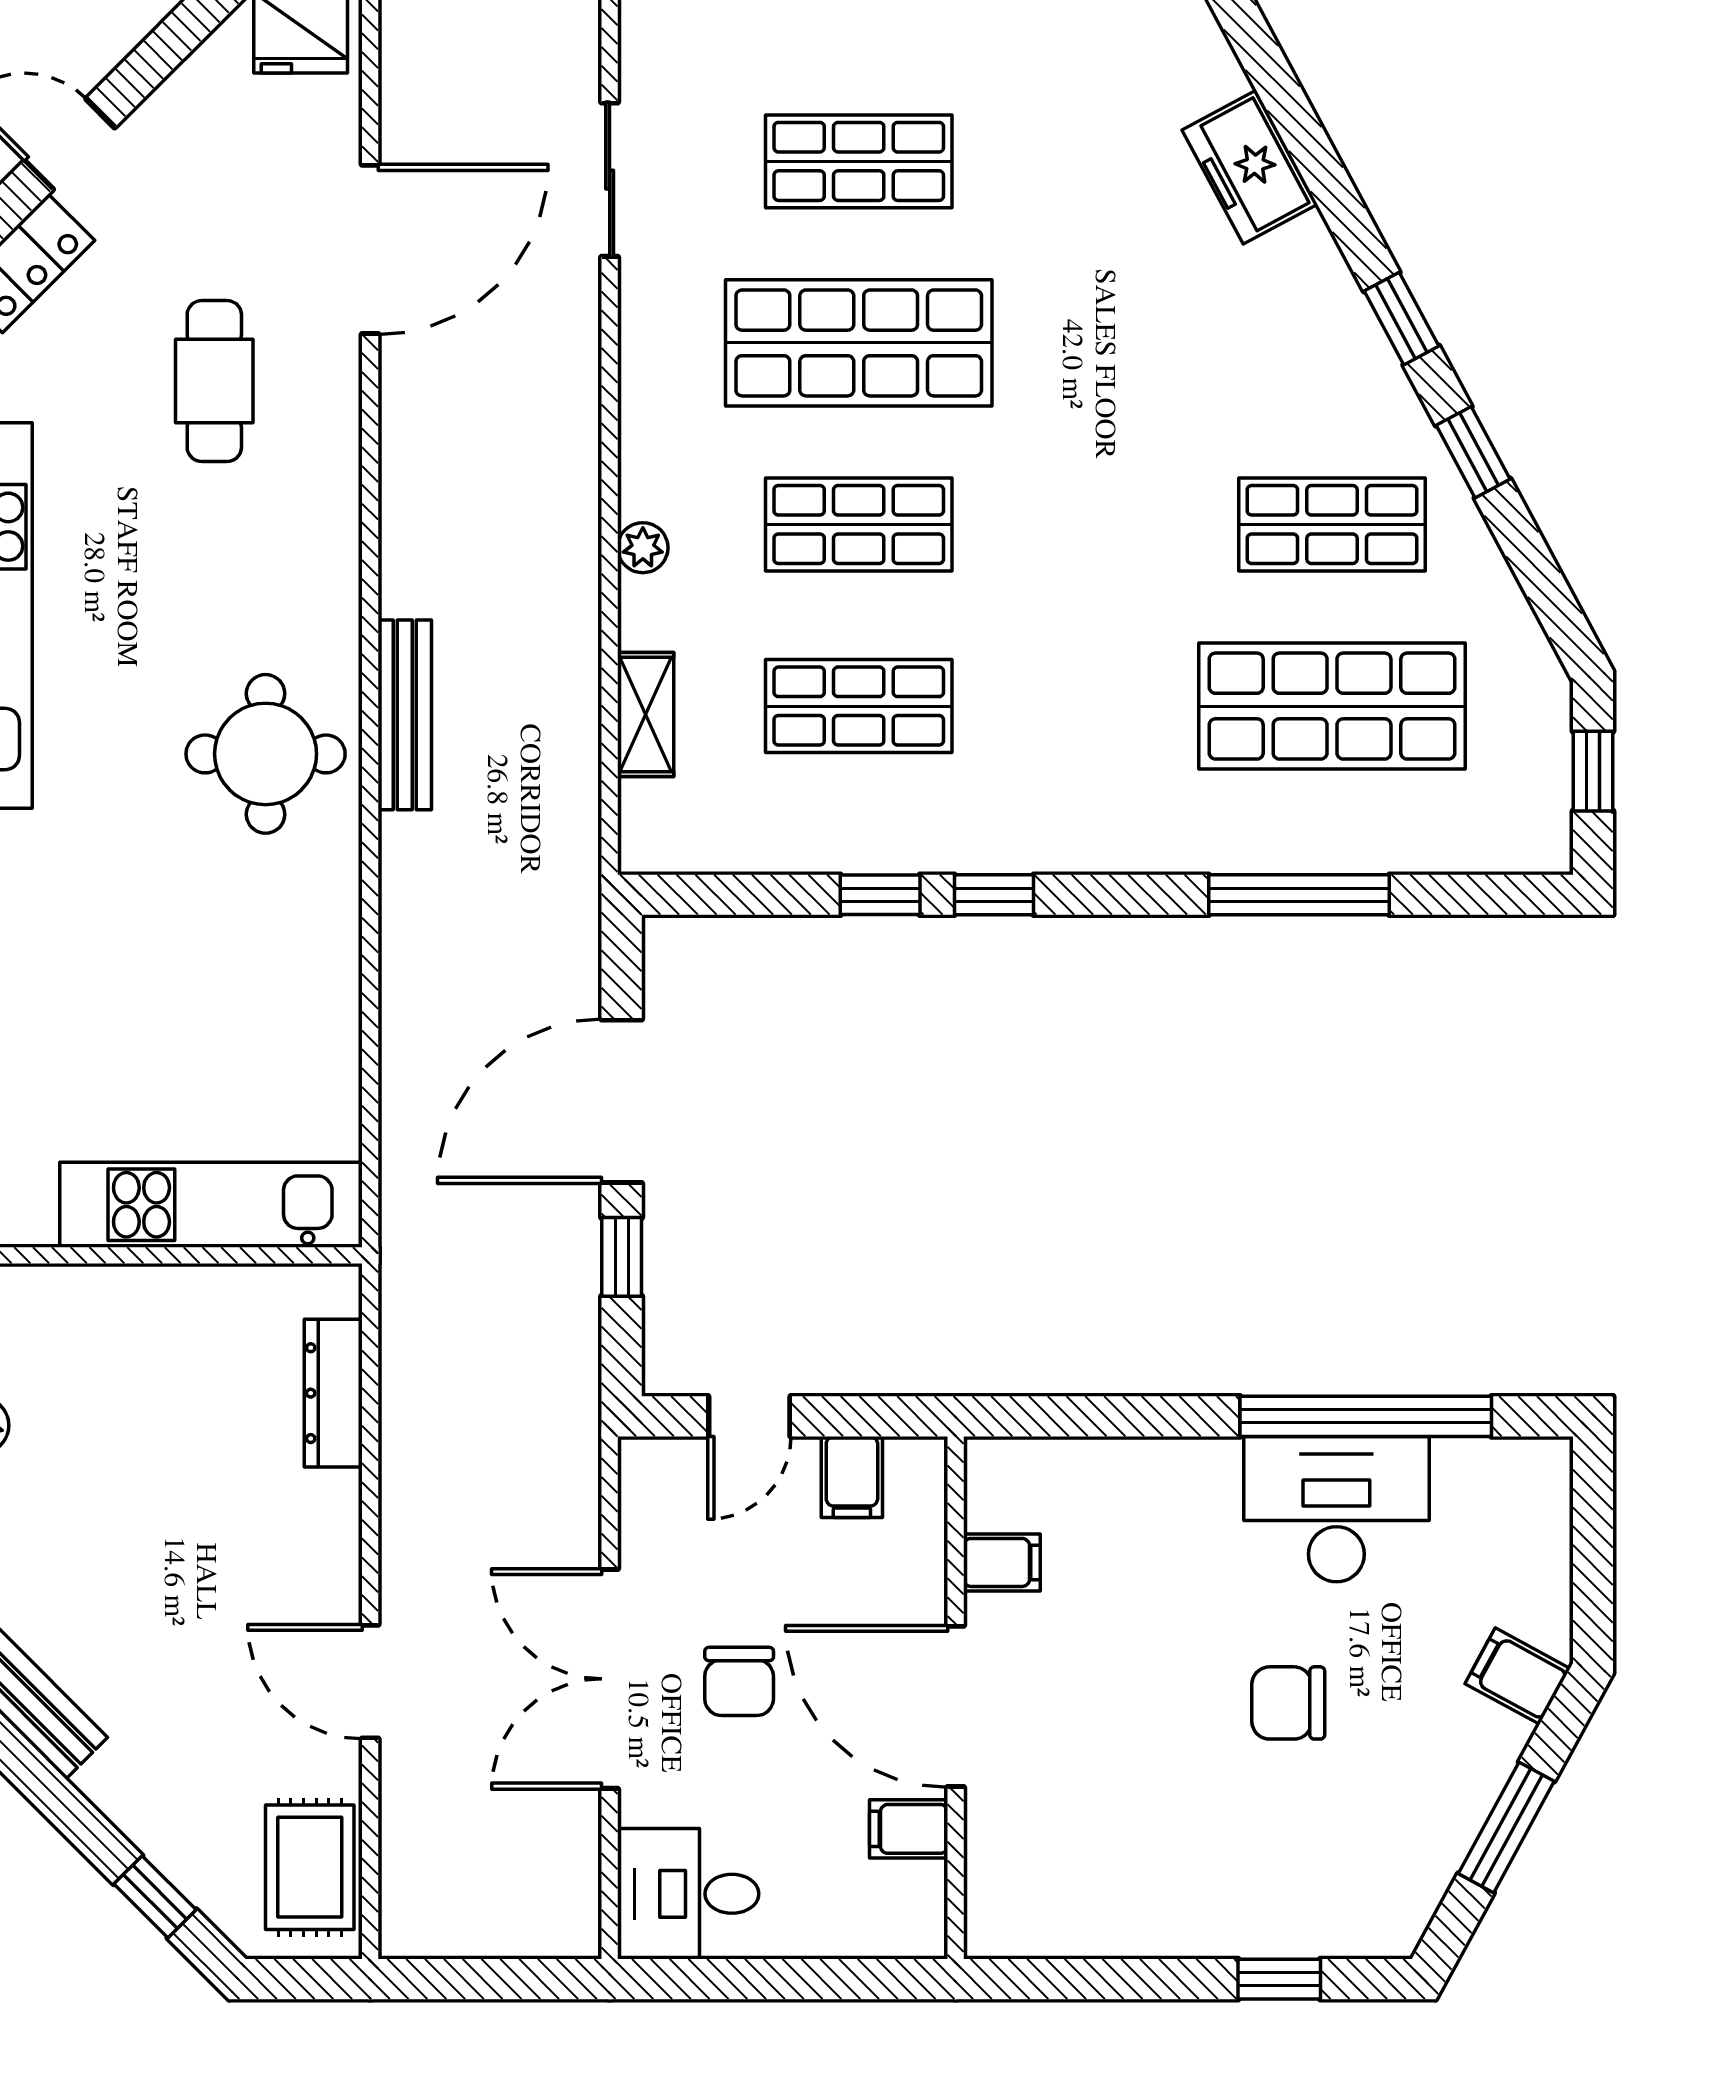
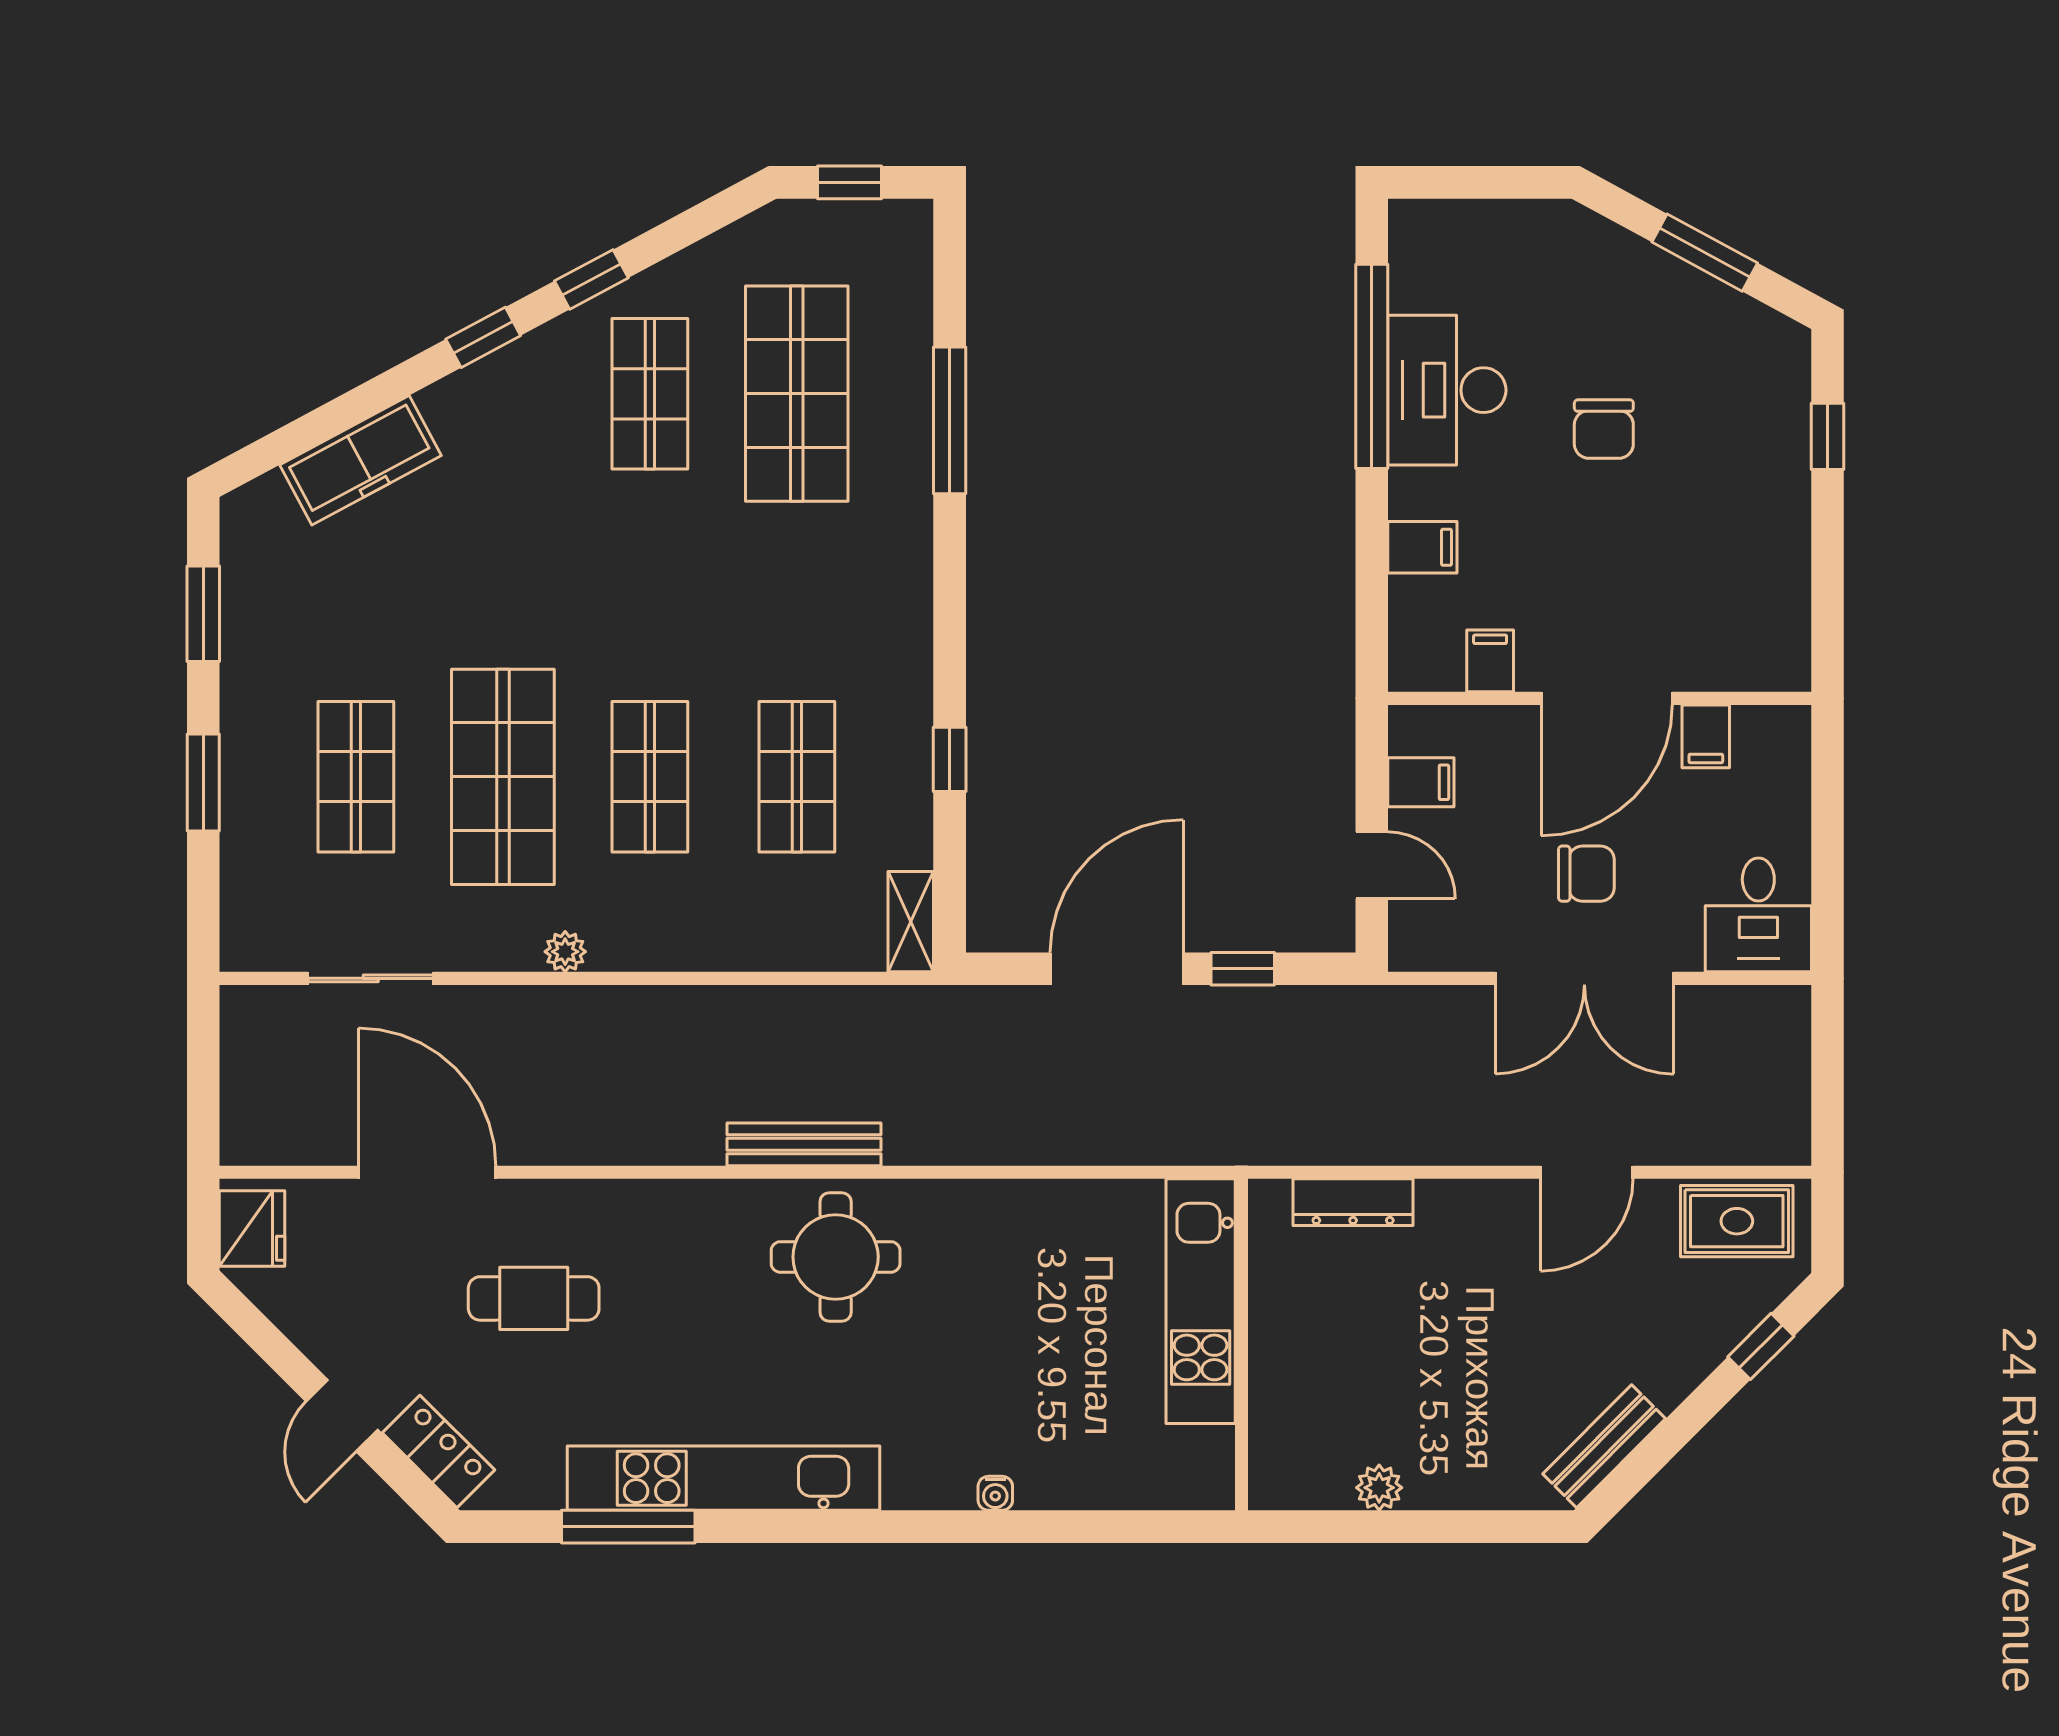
freezer: (1250, 167) -> (361, 460), width x1.40
plant: (643, 548) -> (565, 952), moved
shelving: (646, 715) -> (911, 922), moved, turned 90
window: (994, 895) -> (950, 667), removed
door: (622, 1101) -> (1117, 969), swing flipped
filing cabinet: (1518, 1676) -> (1422, 547), moved, turned -119

